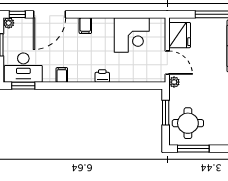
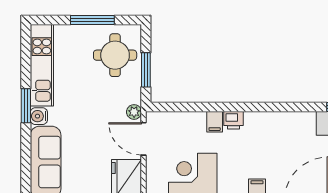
filing cabinet: (62, 75) -> (215, 122), moved
window: (193, 149) -> (92, 20), moved

